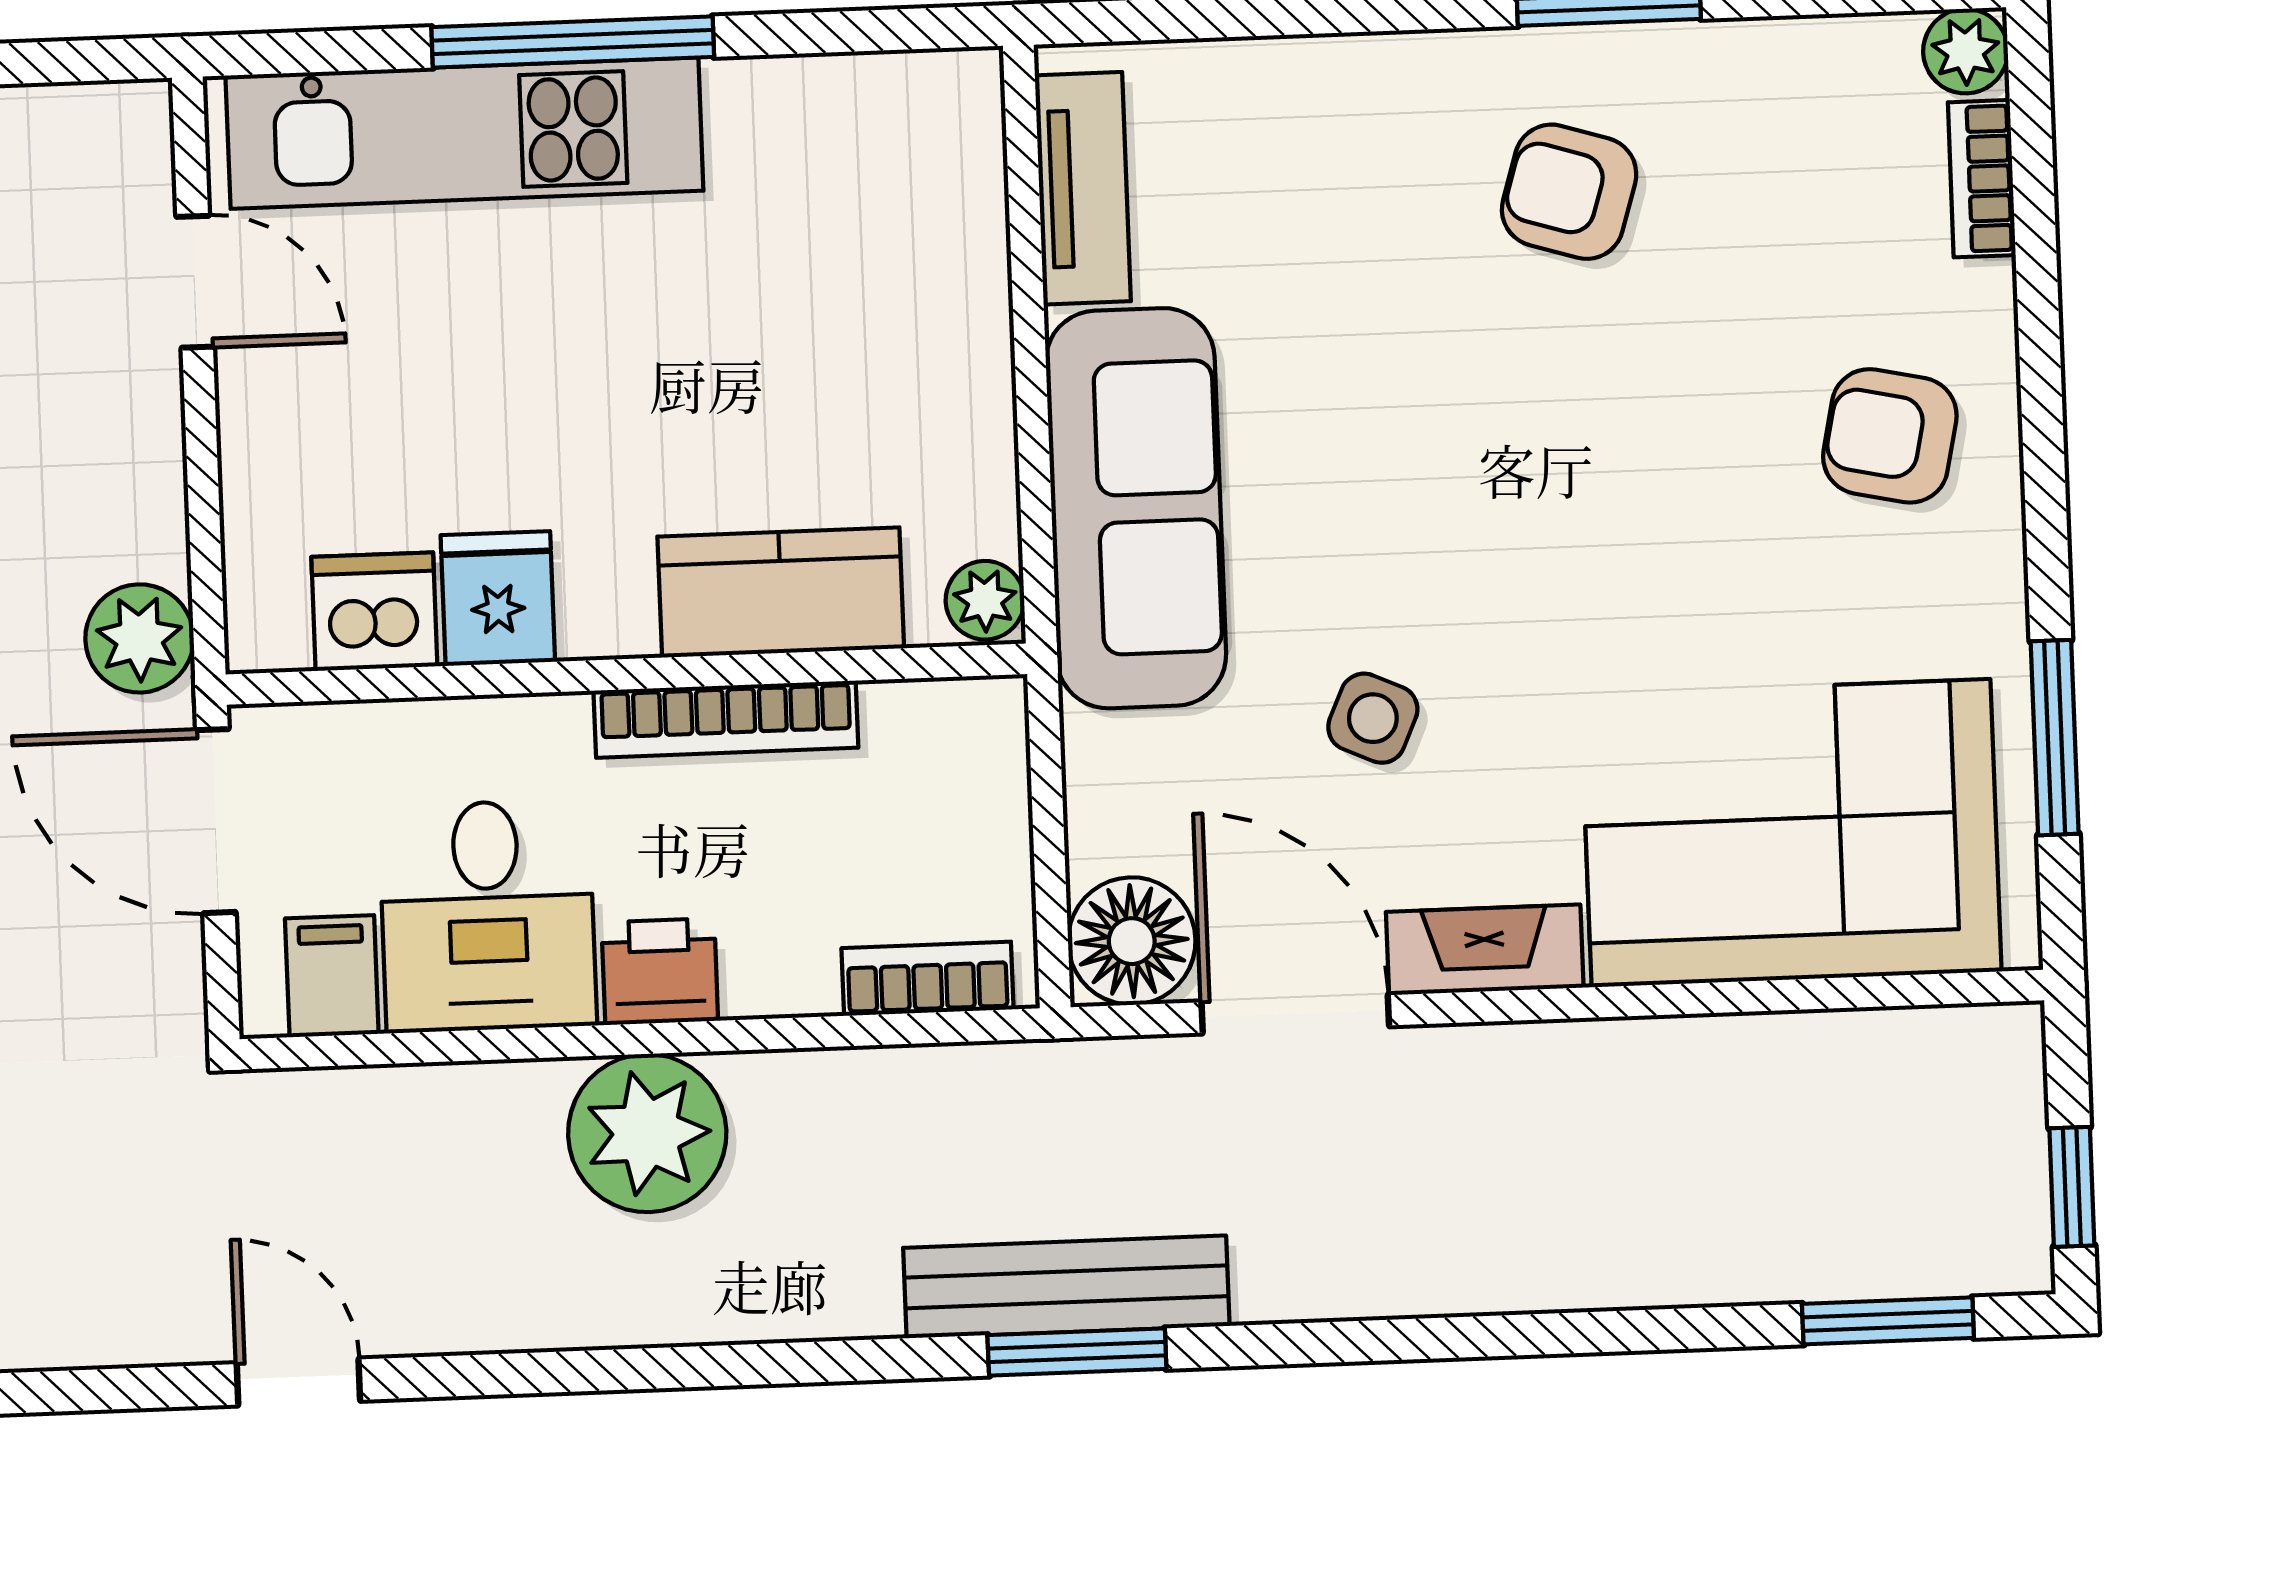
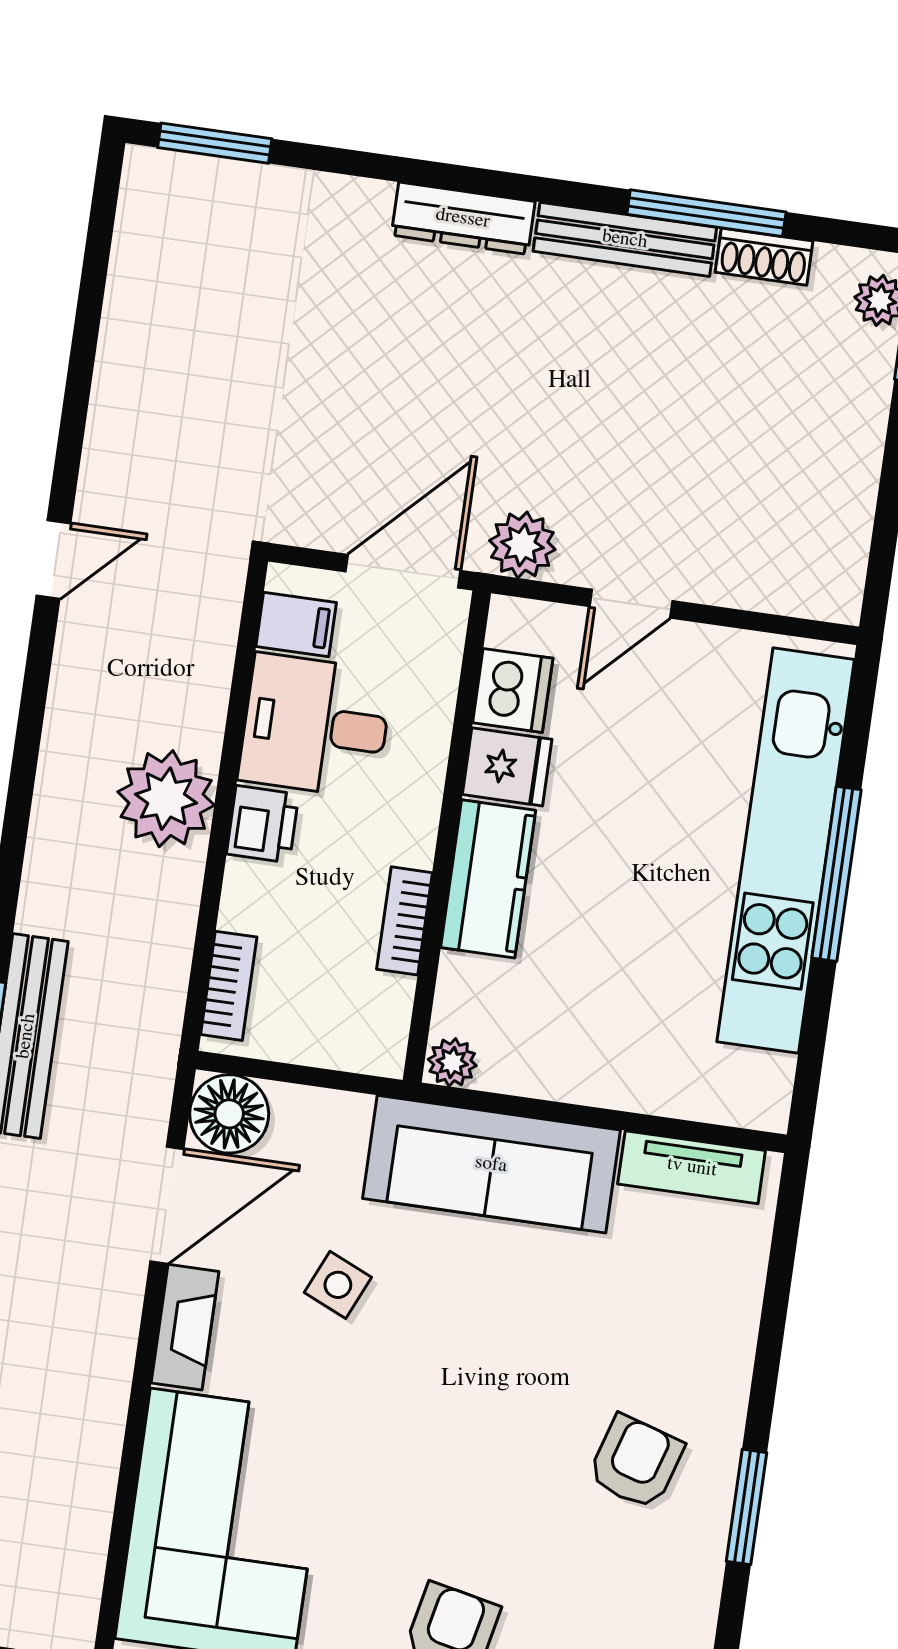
kitchen unit: (464, 133) -> (786, 851), width x1.36
door: (195, 282) -> (631, 604), moved
kitchen counter: (781, 592) -> (488, 879), moved
bookcase: (726, 719) -> (405, 921), width x0.64

